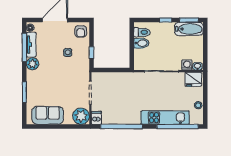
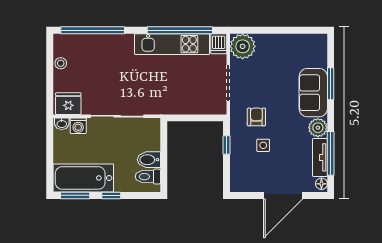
bathtub: (189, 29) -> (83, 178), width x1.36, depth x1.36
armchair: (81, 31) -> (256, 117), moved
sofa: (48, 115) -> (313, 93), moved, turned 90
kitchen unit: (165, 118) -> (172, 44), moved

